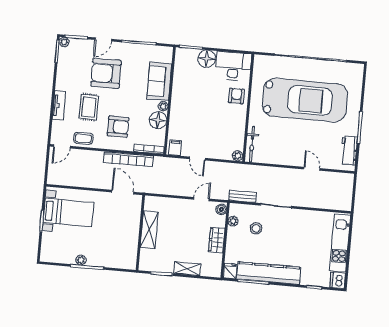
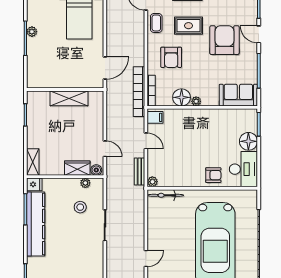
sofa: (159, 81) -> (238, 95), moved
bookcase: (128, 159) -> (139, 92), moved
door: (197, 159) -> (146, 141), swing flipped
bench: (243, 196) -> (139, 172), moved
wardrobe: (217, 240) -> (77, 168), moved
shelving: (187, 269) -> (33, 162), moved

